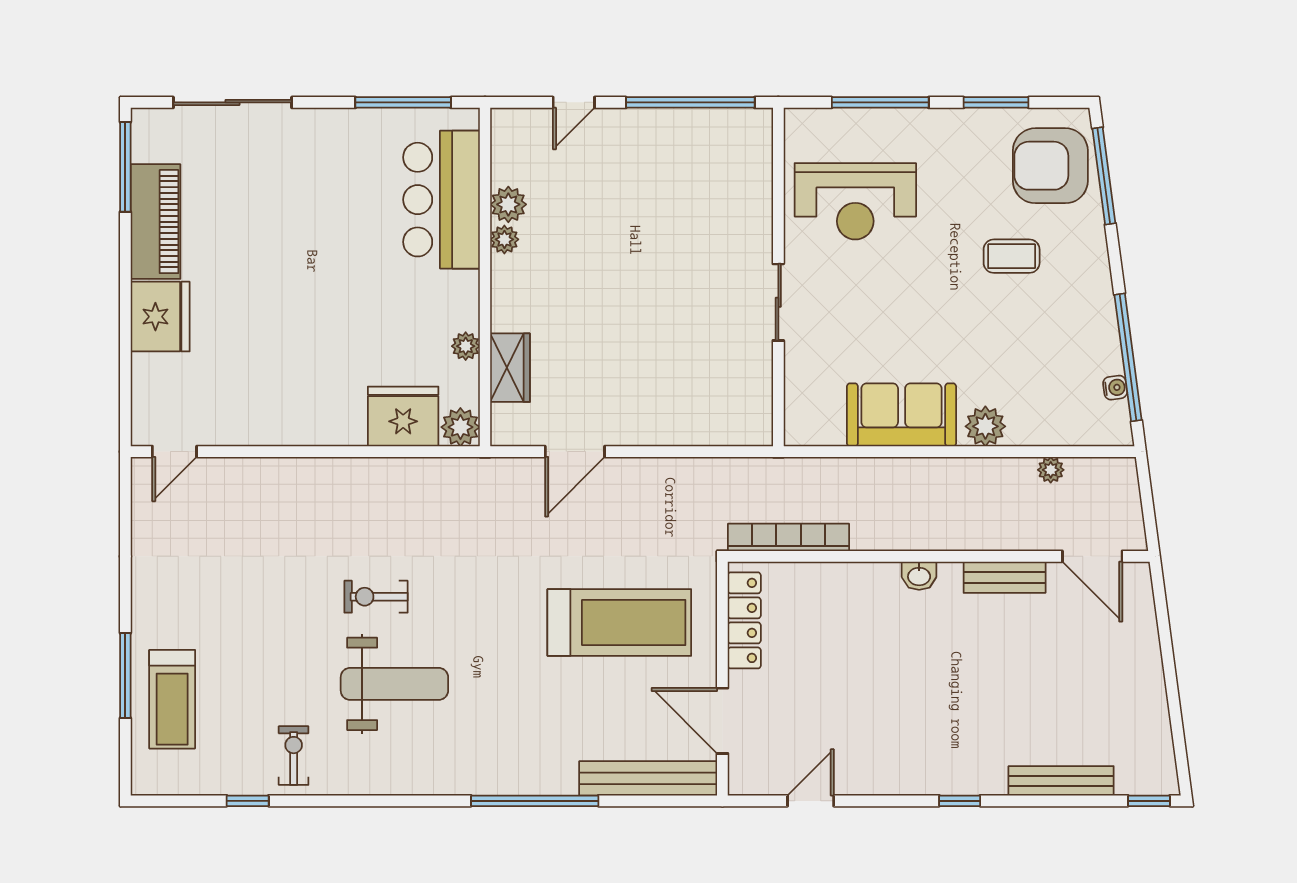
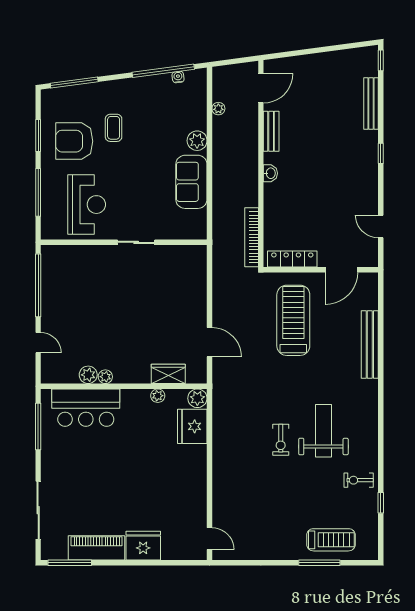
armchair: (1050, 166) -> (74, 141), moved, turned 90
bench: (648, 778) -> (370, 345), moved
window: (535, 801) -> (381, 362), removed

